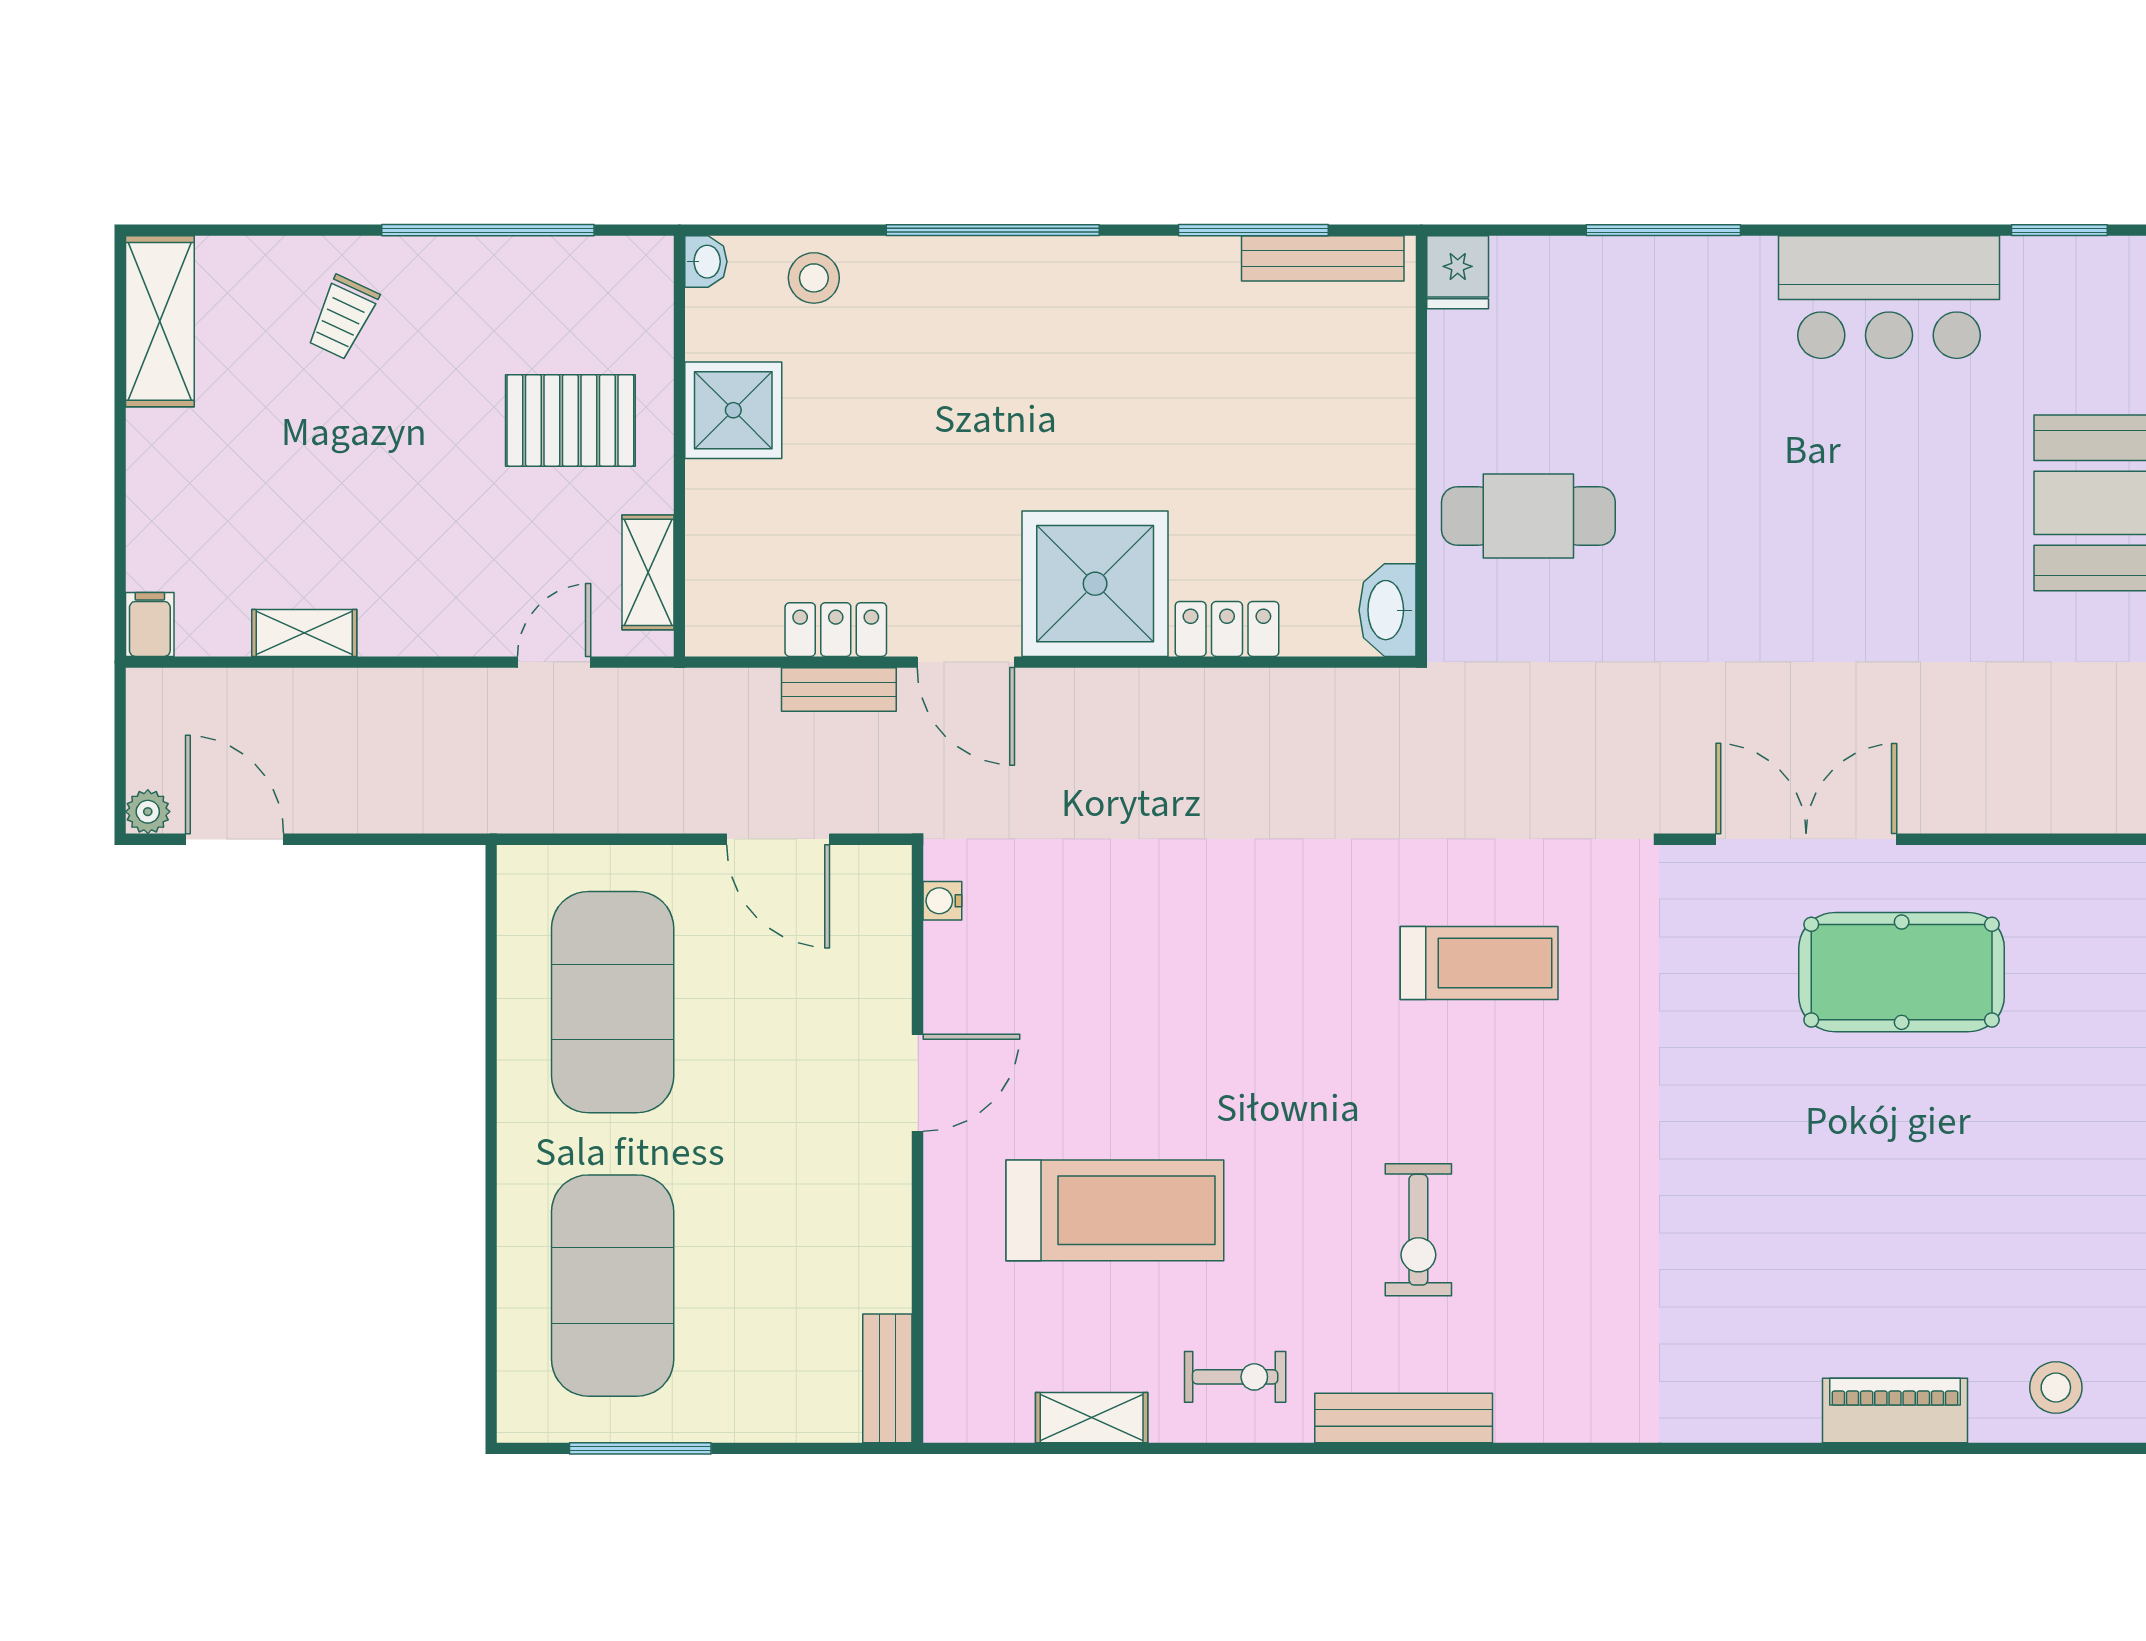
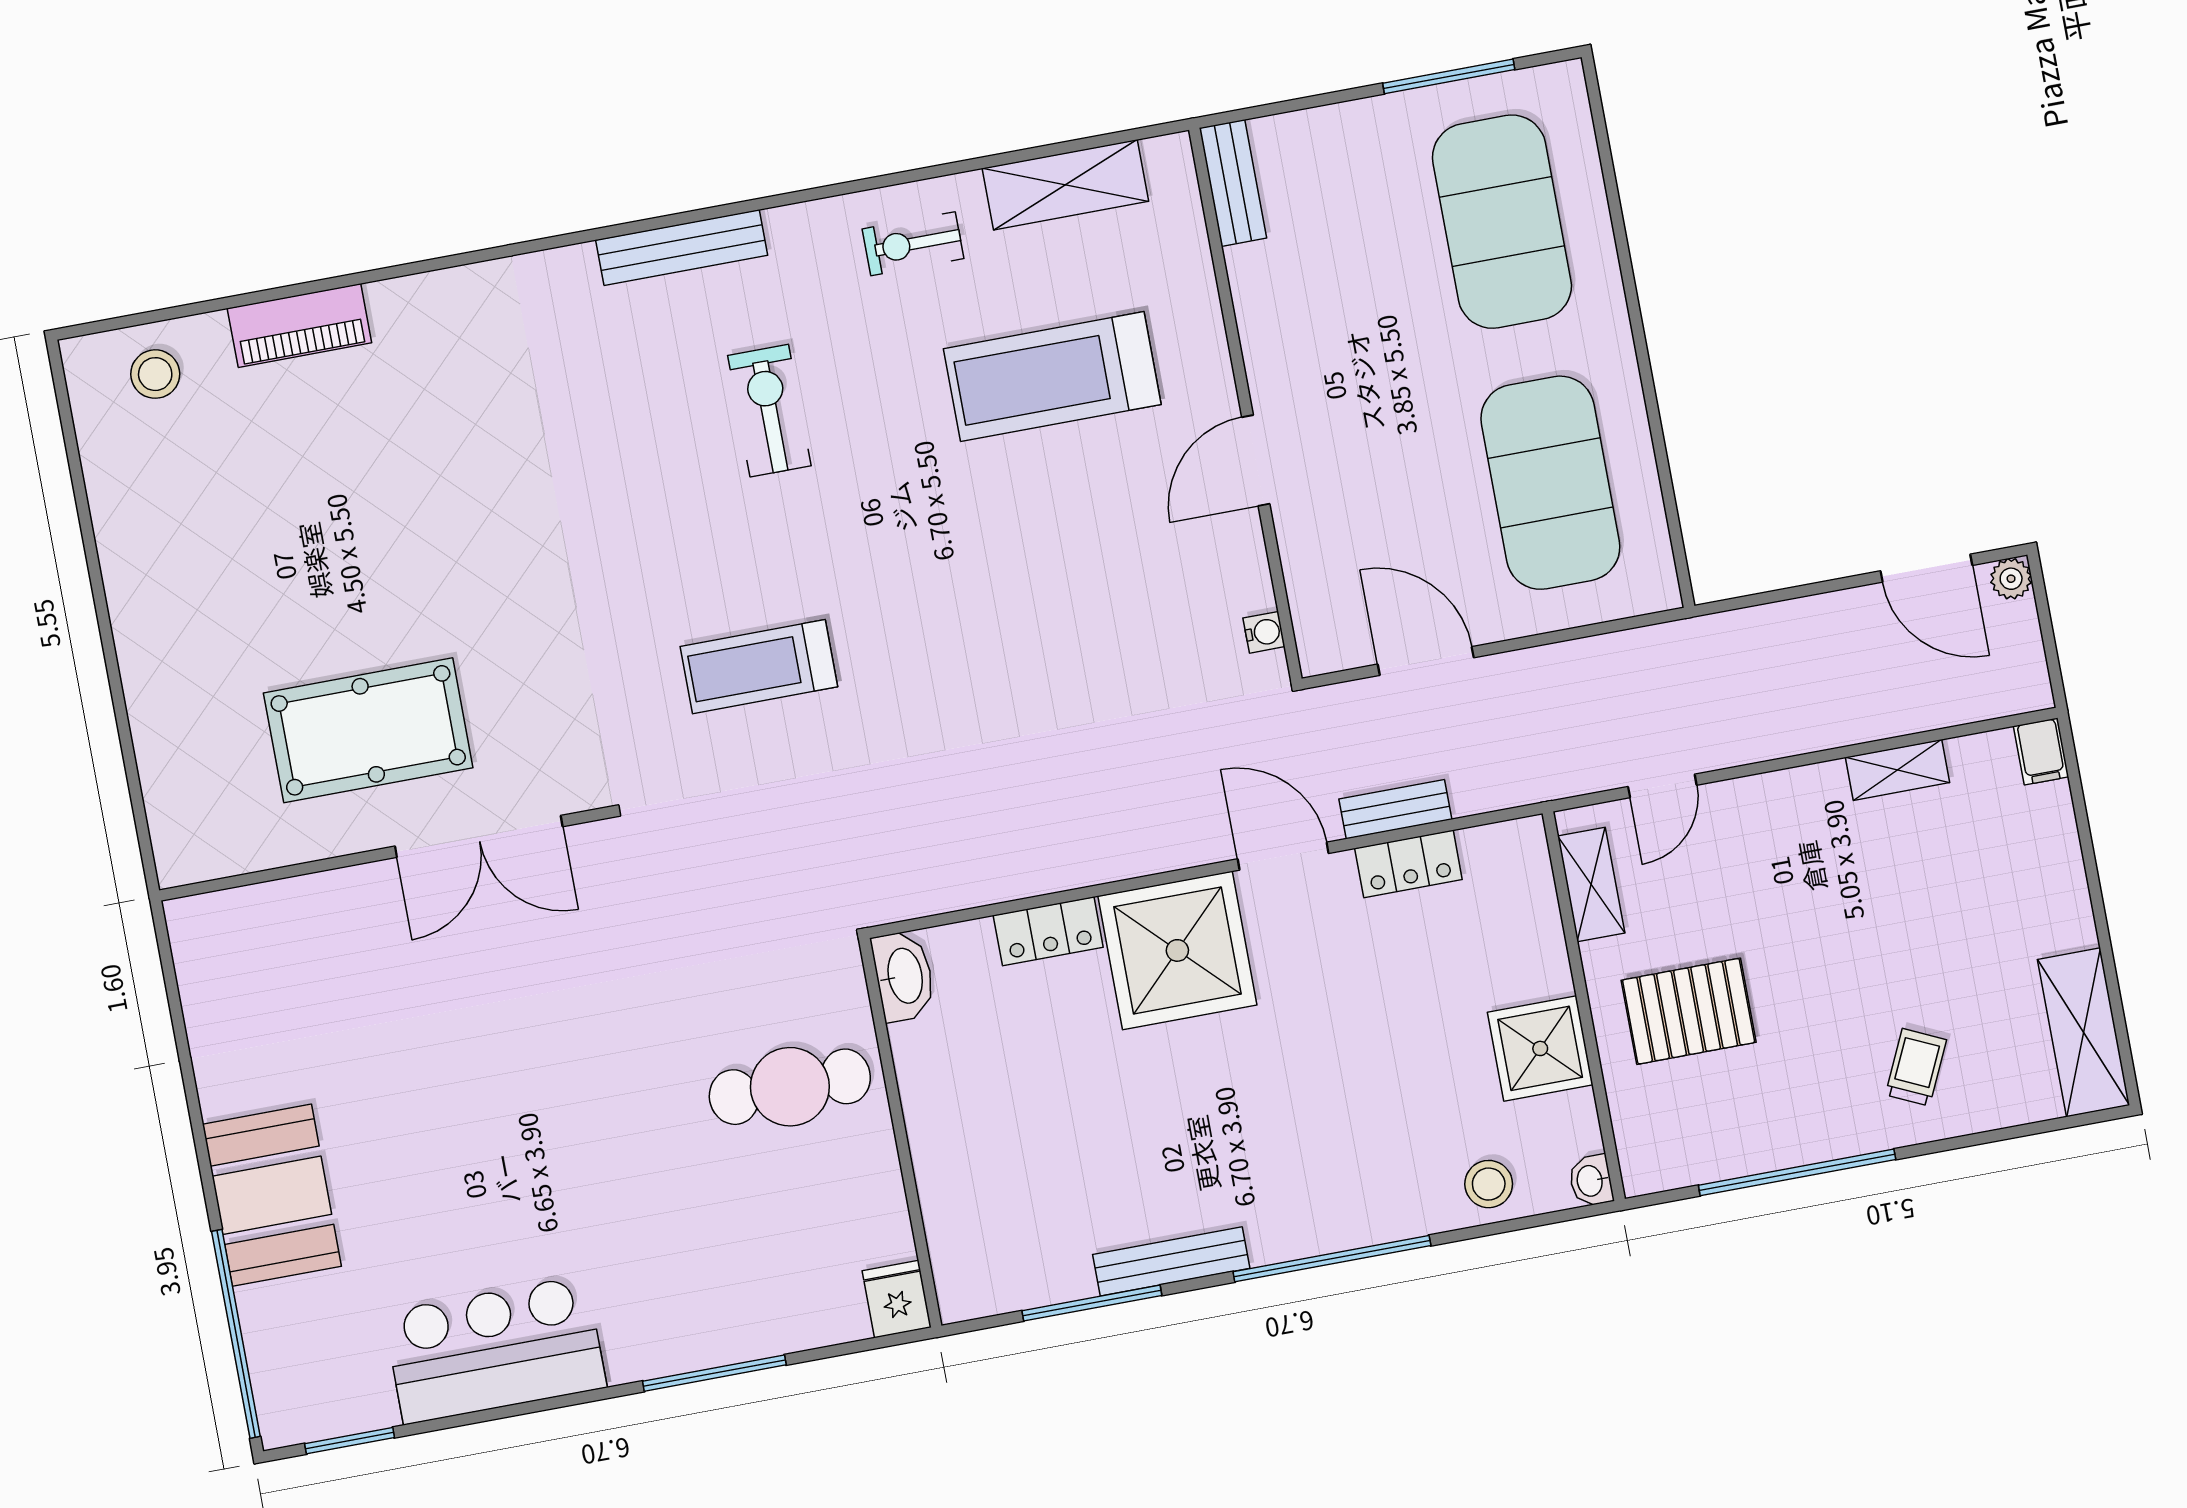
bench: (1323, 258) -> (1171, 1261), moved
shelving: (1092, 1418) -> (1065, 185), width x1.50, depth x1.33
bench: (1404, 1418) -> (682, 248), moved

